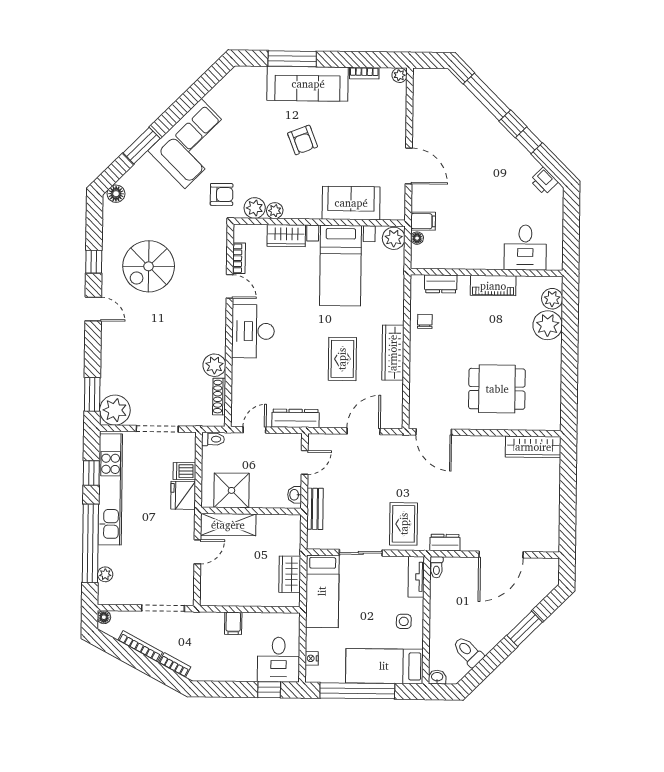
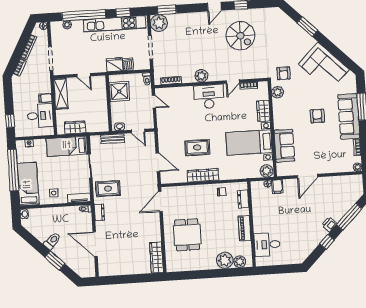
armchair: (303, 140) -> (317, 116), turned 111
corner sofa: (193, 144) -> (324, 67), moved
printer: (544, 181) -> (329, 225), moved
floor lamp: (116, 194) -> (279, 14), removed
plant: (275, 211) -> (277, 104), removed
spiral stairs: (149, 266) -> (240, 36), turned 180
plant: (214, 365) -> (202, 76), moved
dresser: (296, 418) -> (162, 124), removed
shelving: (228, 525) -> (61, 94), moved
toilet: (468, 652) -> (52, 241), moved
desk: (279, 660) -> (40, 116), moved, turned 180

